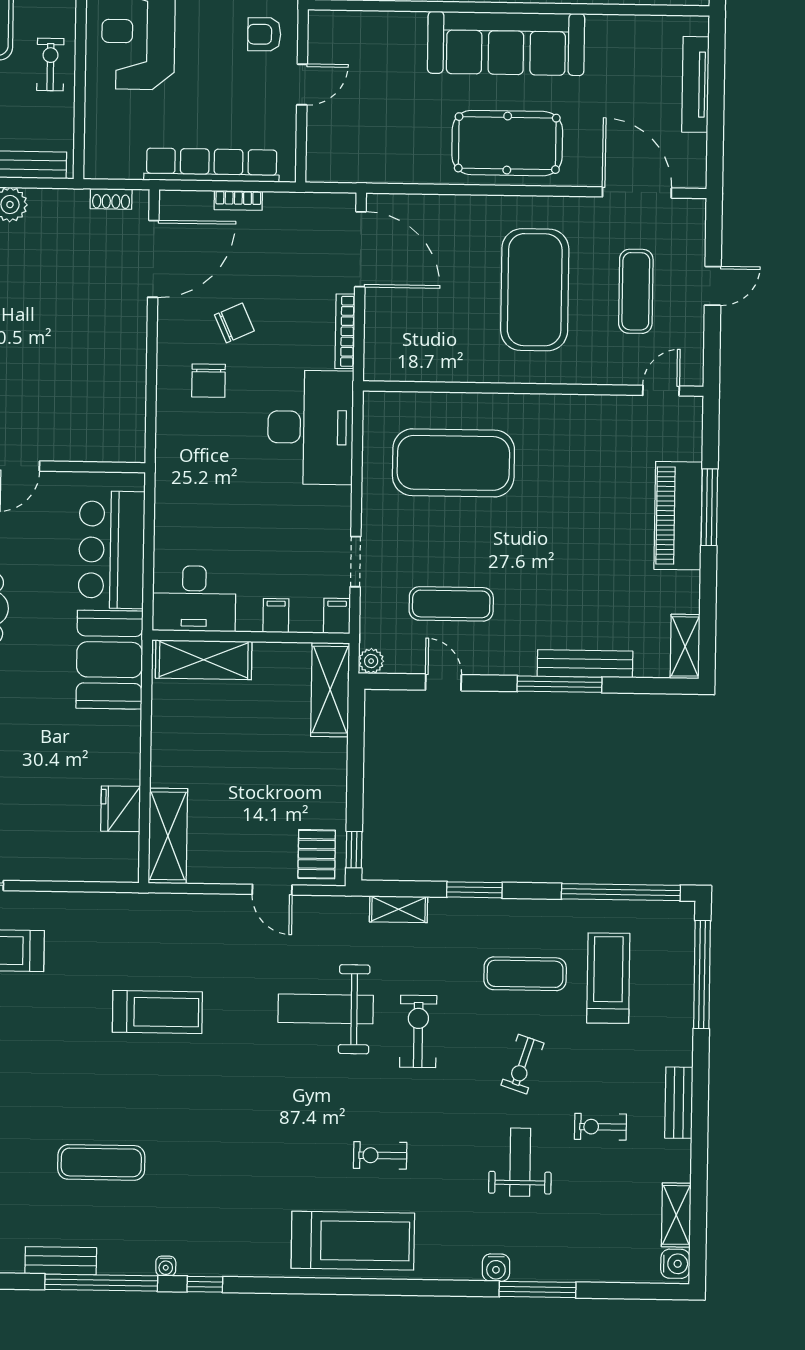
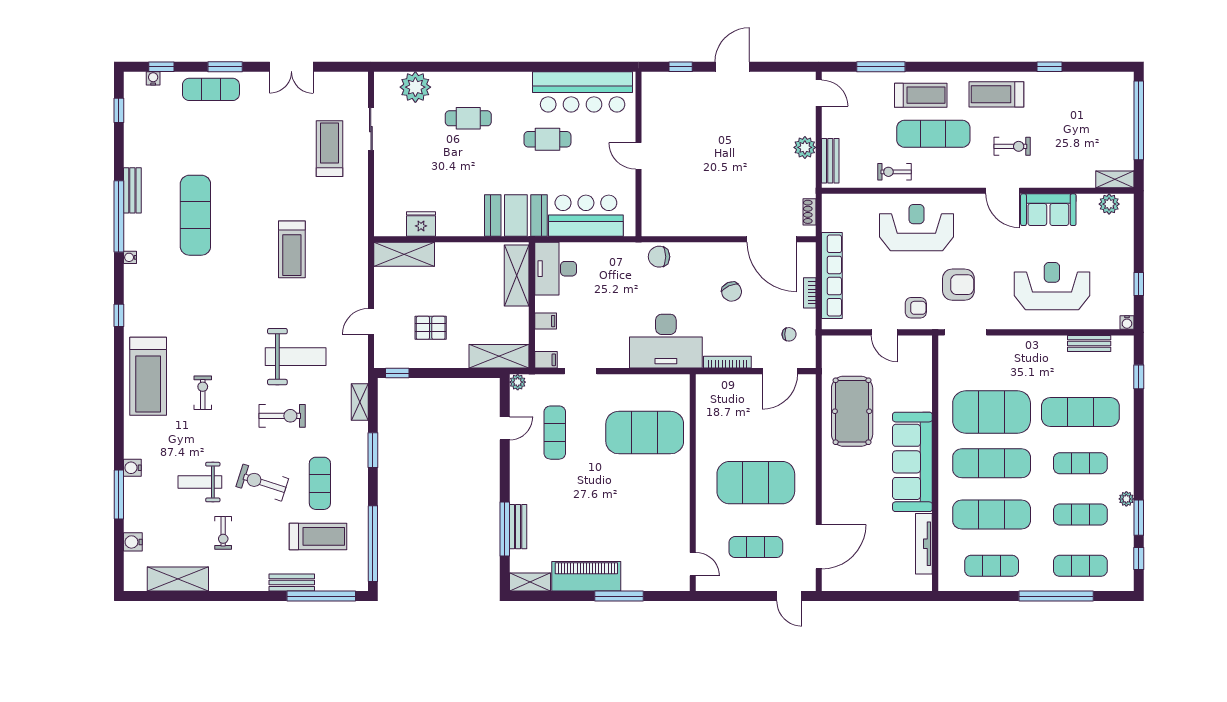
armchair: (264, 34) -> (916, 308), turned 90
exercise bike: (50, 64) -> (894, 172), turned 180
tv unit: (695, 84) -> (924, 544), moved, turned -90
pool table: (507, 143) -> (852, 411), moved
chair: (303, 234) -> (789, 334), added
door: (360, 249) -> (780, 371), width x0.73
door: (713, 286) -> (789, 596), moved
chair: (209, 381) -> (659, 257), moved
exercise mat: (453, 463) -> (645, 433), turned 90
piano: (678, 516) -> (586, 576), moved
bench: (585, 664) -> (518, 527), width x0.73
window: (560, 684) -> (505, 529), moved
pallet: (317, 854) -> (431, 328), moved
weight bench: (326, 1009) -> (296, 357), turned 90
exercise bike: (522, 1064) -> (262, 483), width x1.38, depth x1.39
bench: (679, 1103) -> (292, 583), moved
exercise bike: (600, 1127) -> (223, 533), turned 180
exercise mat: (101, 1162) -> (195, 215), width x1.36, depth x1.45
weight bench: (520, 1162) -> (200, 482), turned 180
shelving: (676, 1215) -> (178, 579), width x1.50, depth x1.33
water cooler: (675, 1264) -> (133, 542), moved, turned 90
window: (205, 1284) -> (119, 315), moved

